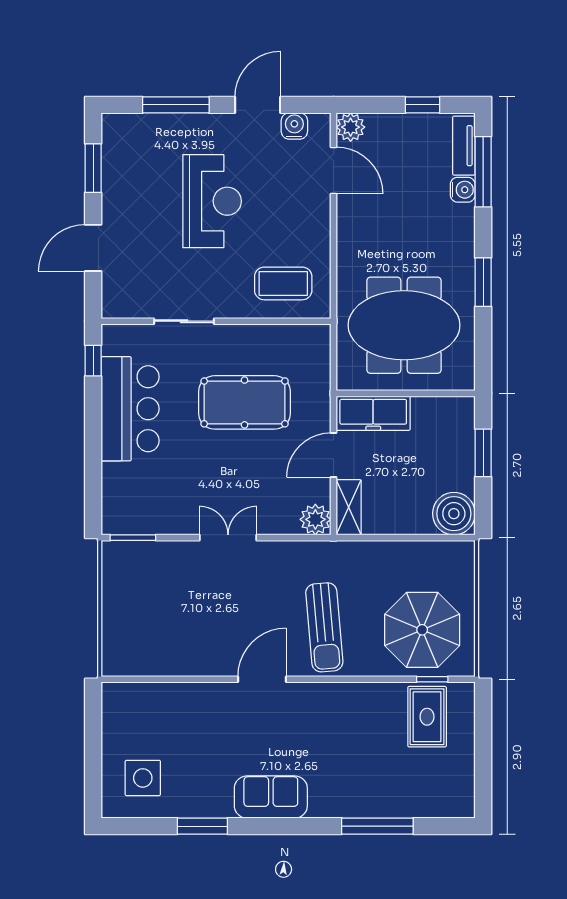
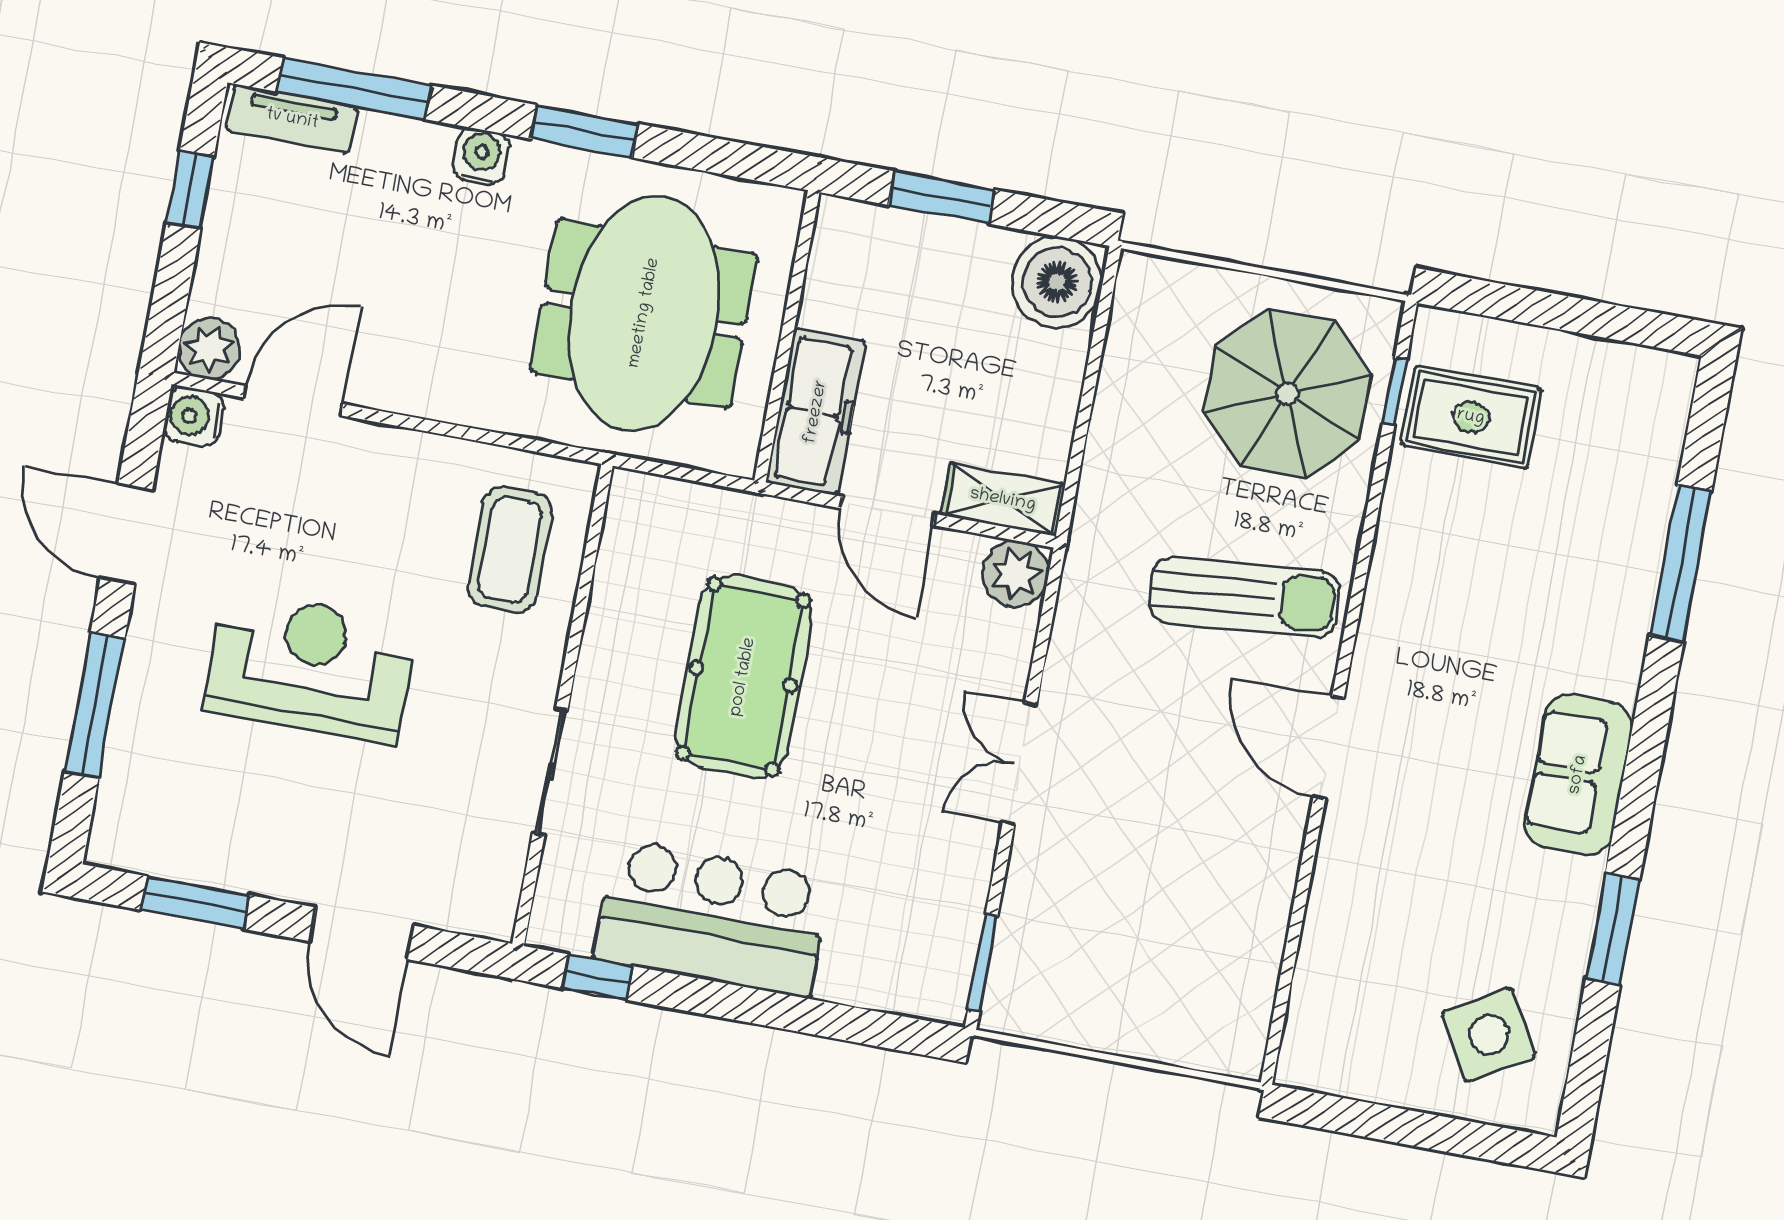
water cooler: (294, 126) -> (194, 417), moved
water cooler: (463, 190) -> (481, 156), moved
side table: (143, 778) -> (1489, 1035), turned -30

